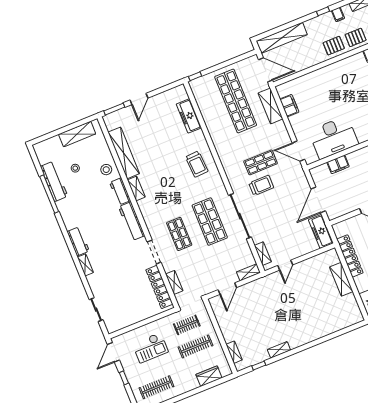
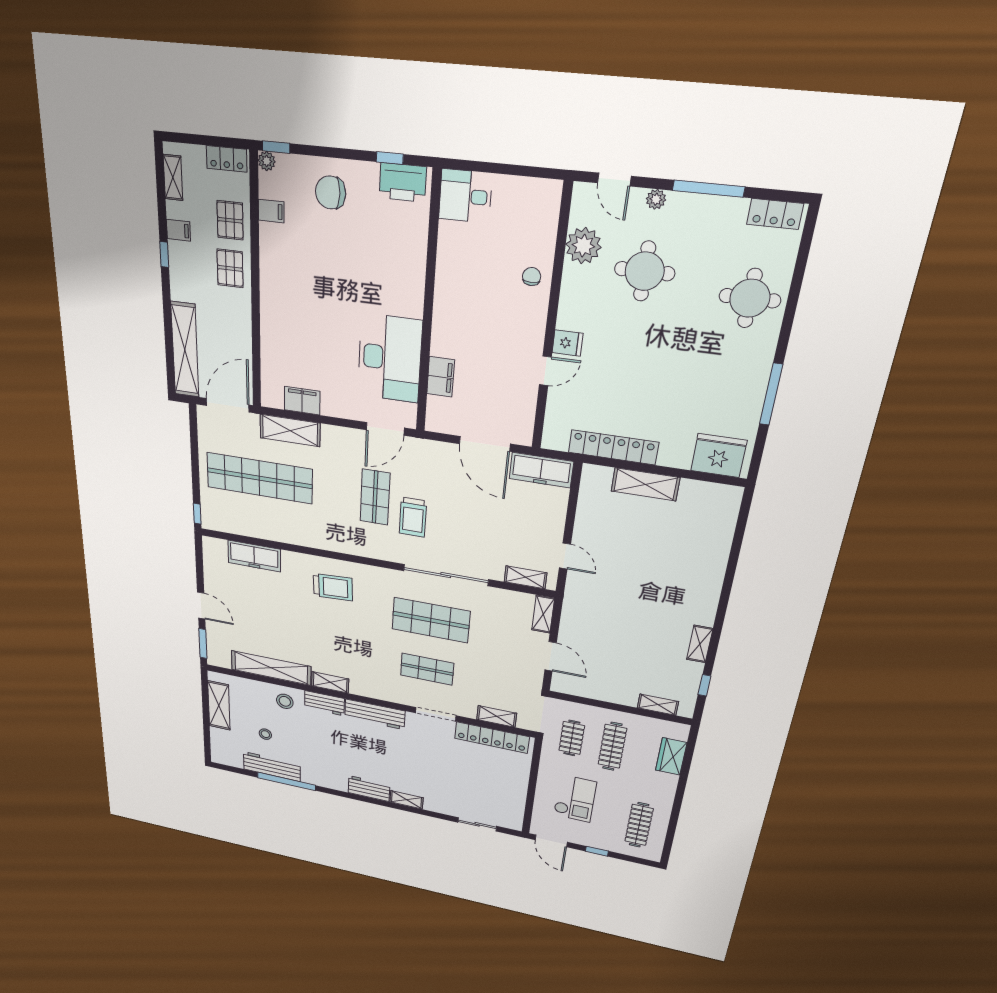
trolley: (261, 185) -> (413, 517), turned 180

